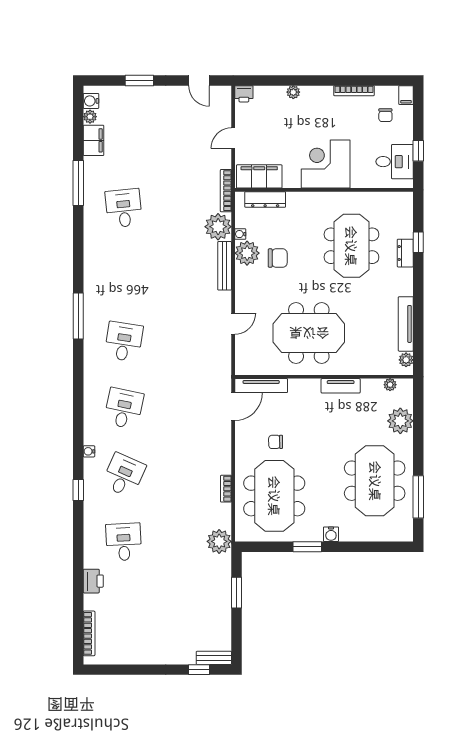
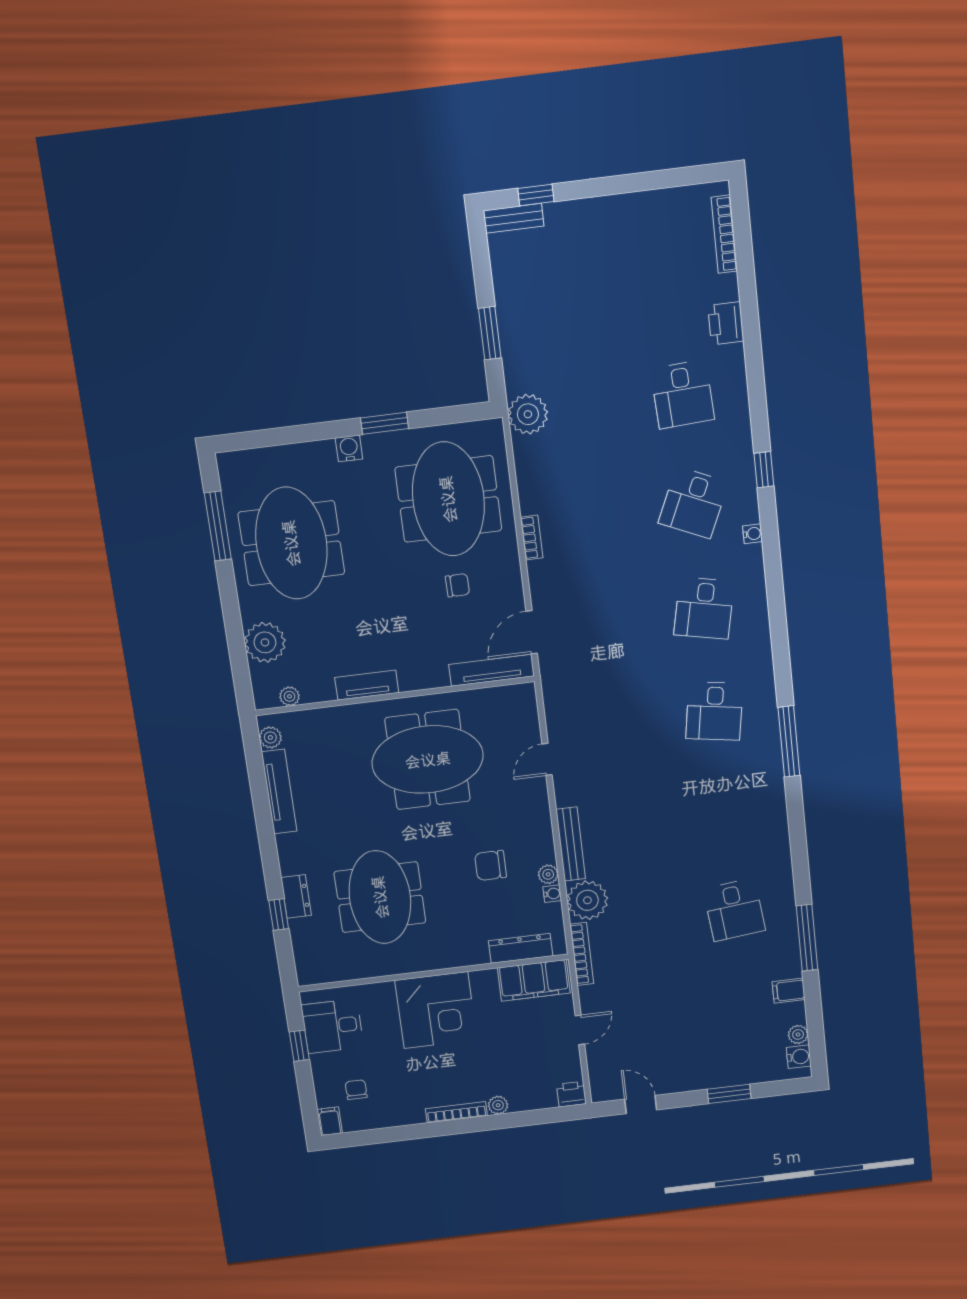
bookcase: (354, 91) -> (456, 1112), moved
filing cabinet: (93, 140) -> (789, 991), width x0.50
plant: (247, 253) -> (548, 874), width x0.53, depth x0.53
bookcase: (226, 489) -> (532, 538), moved

